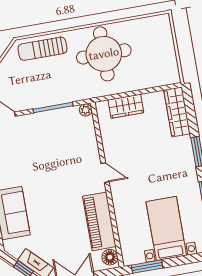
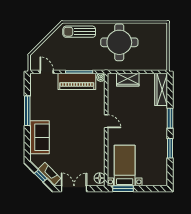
piano: (99, 221) -> (77, 81), moved, turned -90
bed with nightstands: (166, 228) -> (125, 166), moved

